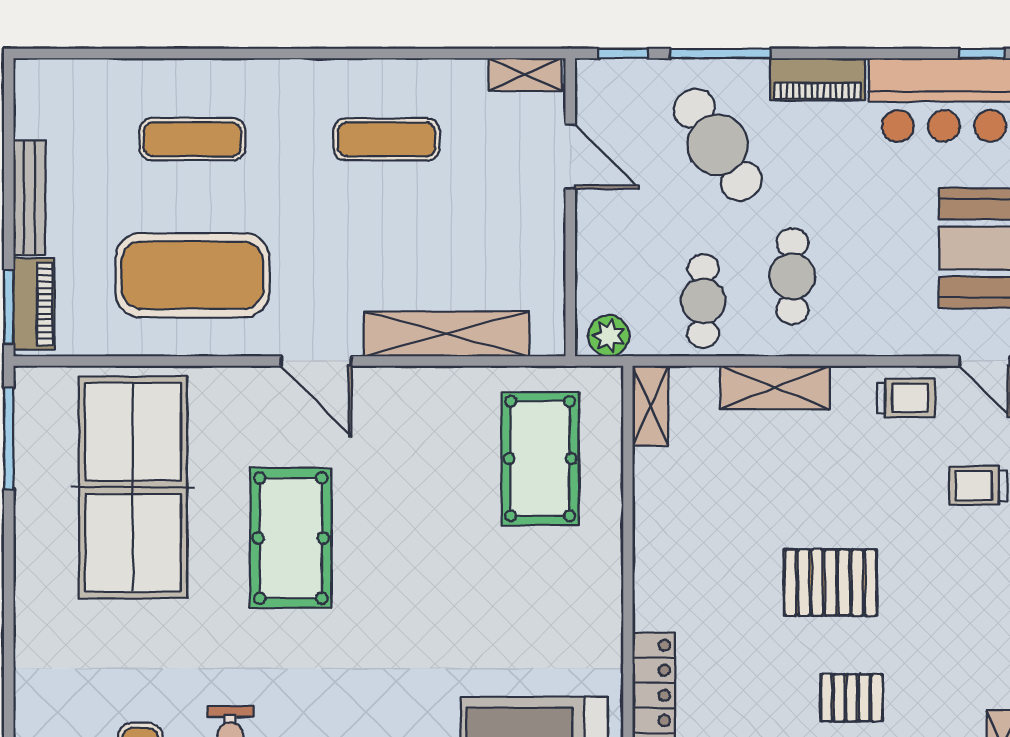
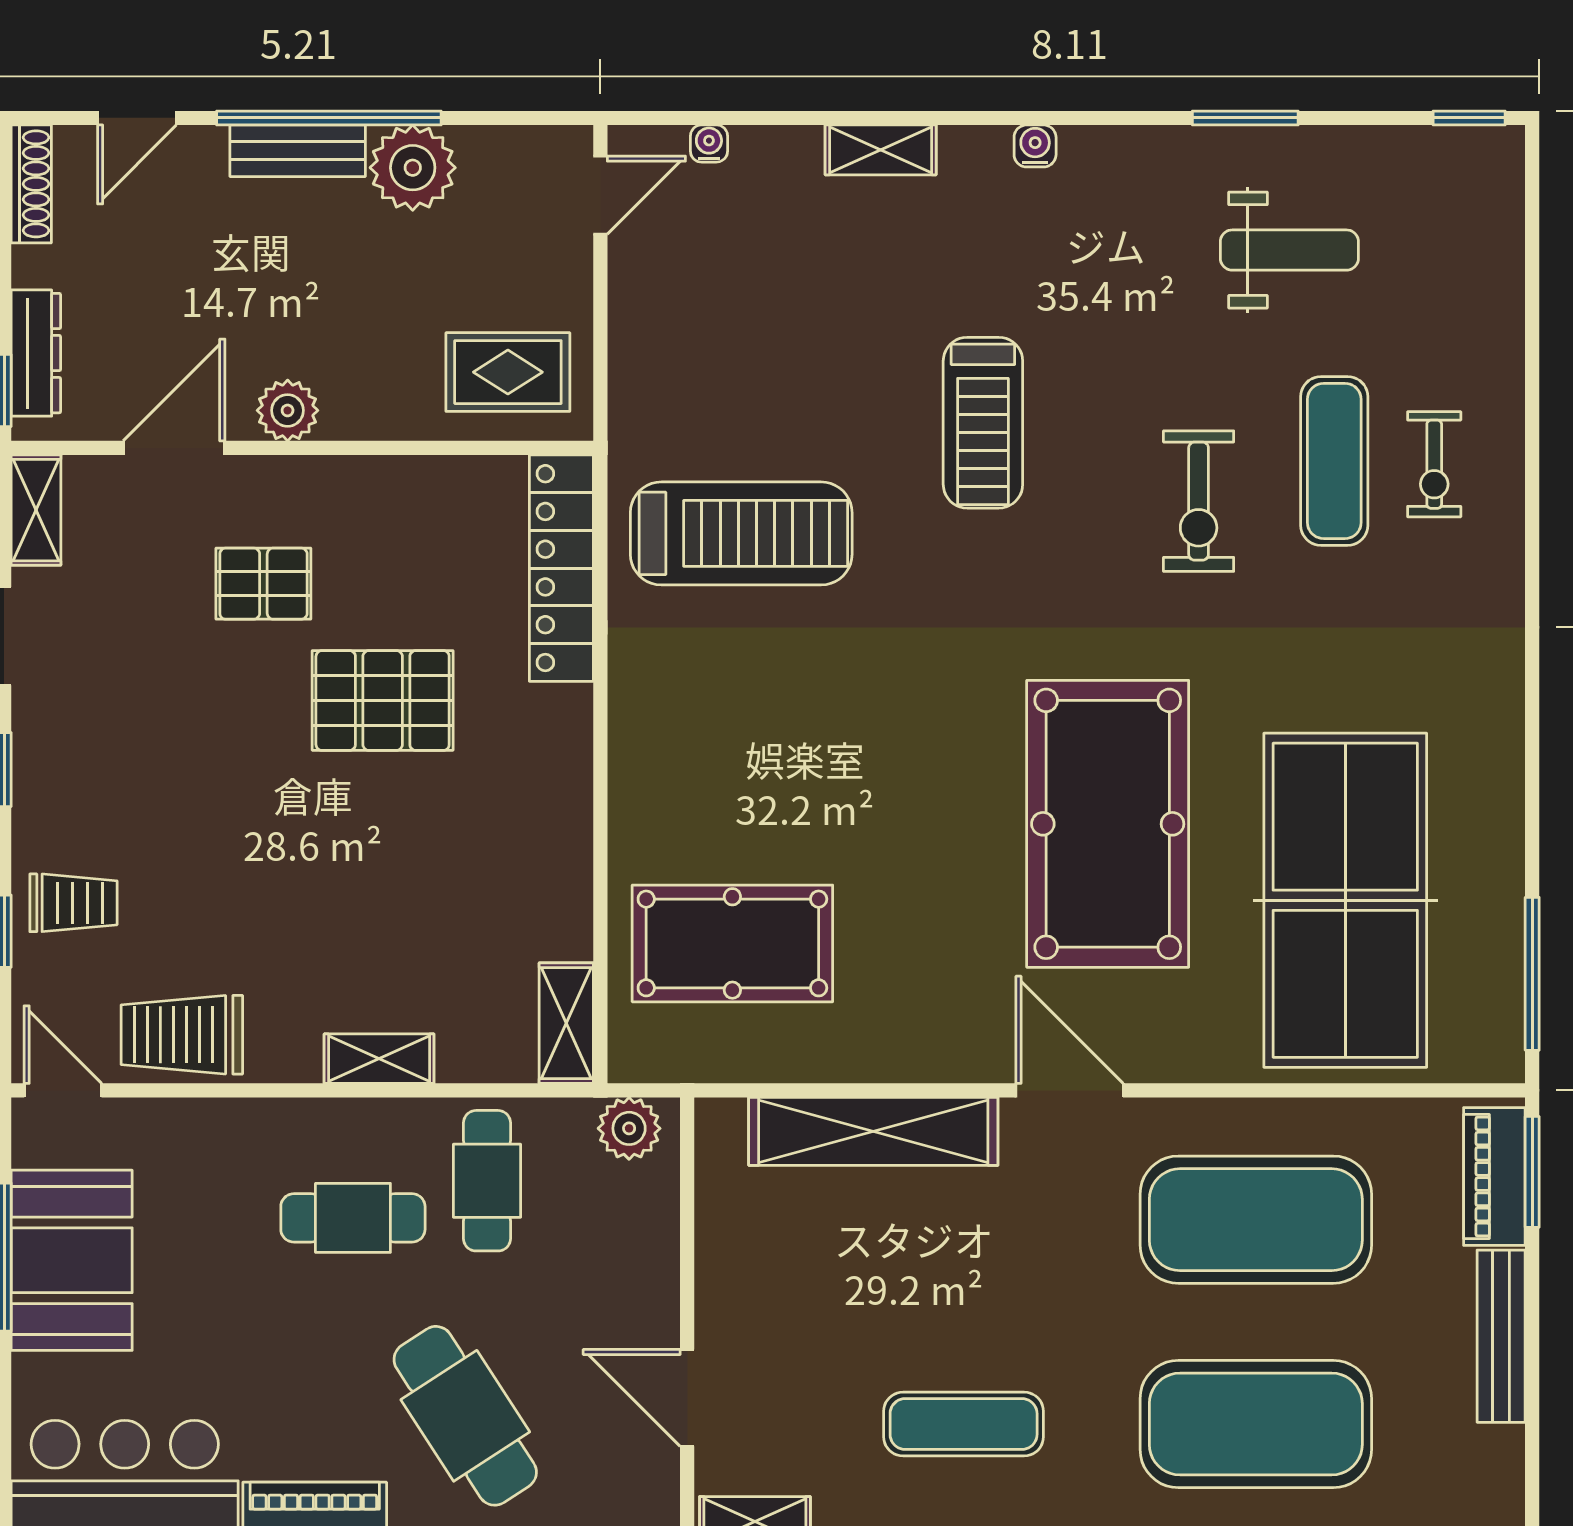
exercise mat: (192, 139) -> (1256, 1424), width x2.00, depth x1.45
cafe table: (792, 276) -> (353, 1218), turned 90
shelving: (775, 388) -> (379, 1059), width x0.67, depth x0.75
trolley: (906, 398) -> (182, 1035), width x1.36, depth x1.39
pool table: (540, 459) -> (732, 943), turned 90
pool table: (291, 538) -> (1108, 824), width x1.36, depth x1.32
pallet: (831, 583) -> (383, 700), moved

